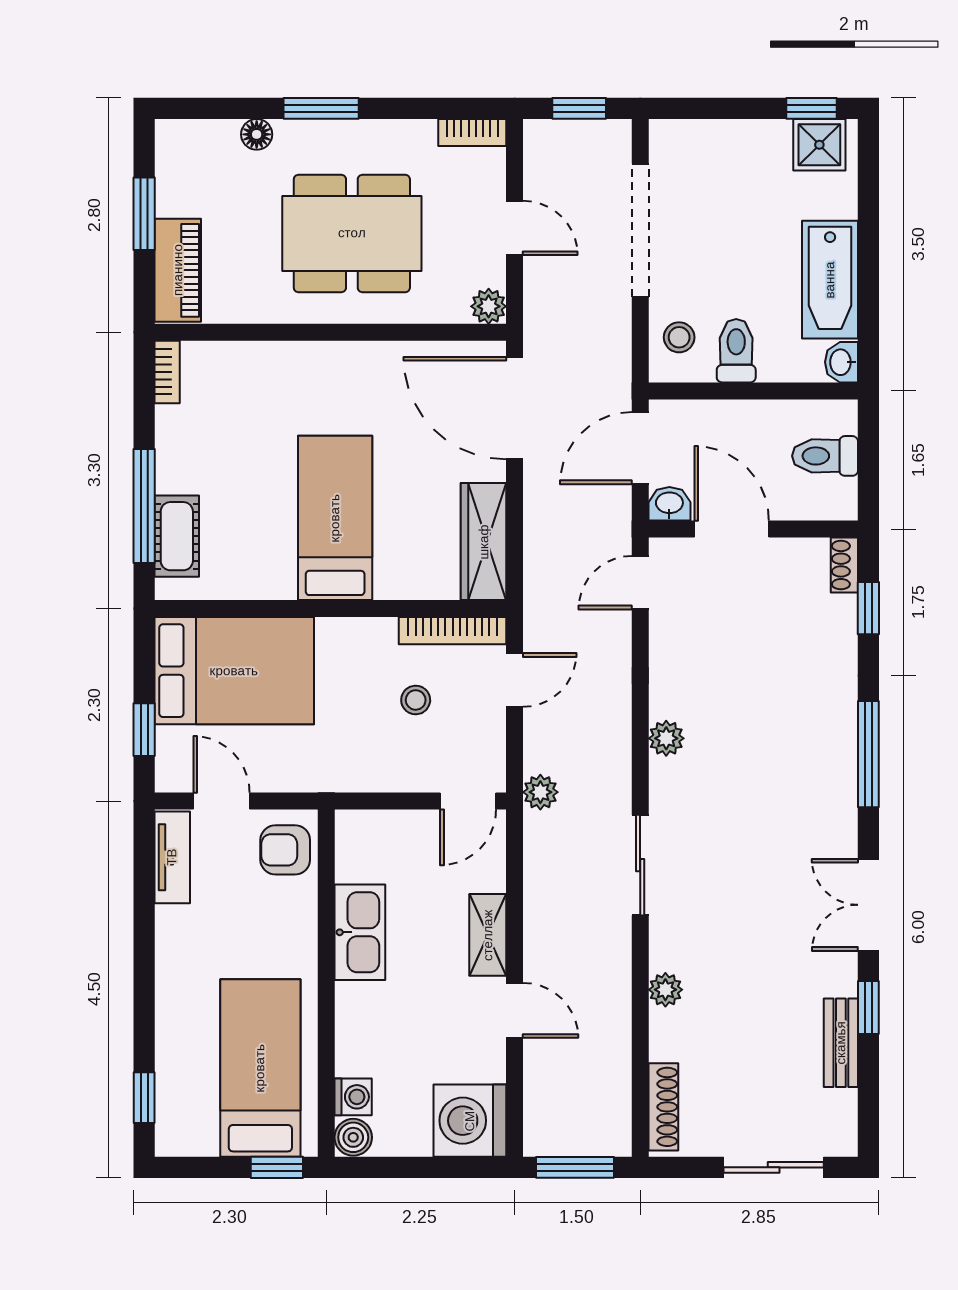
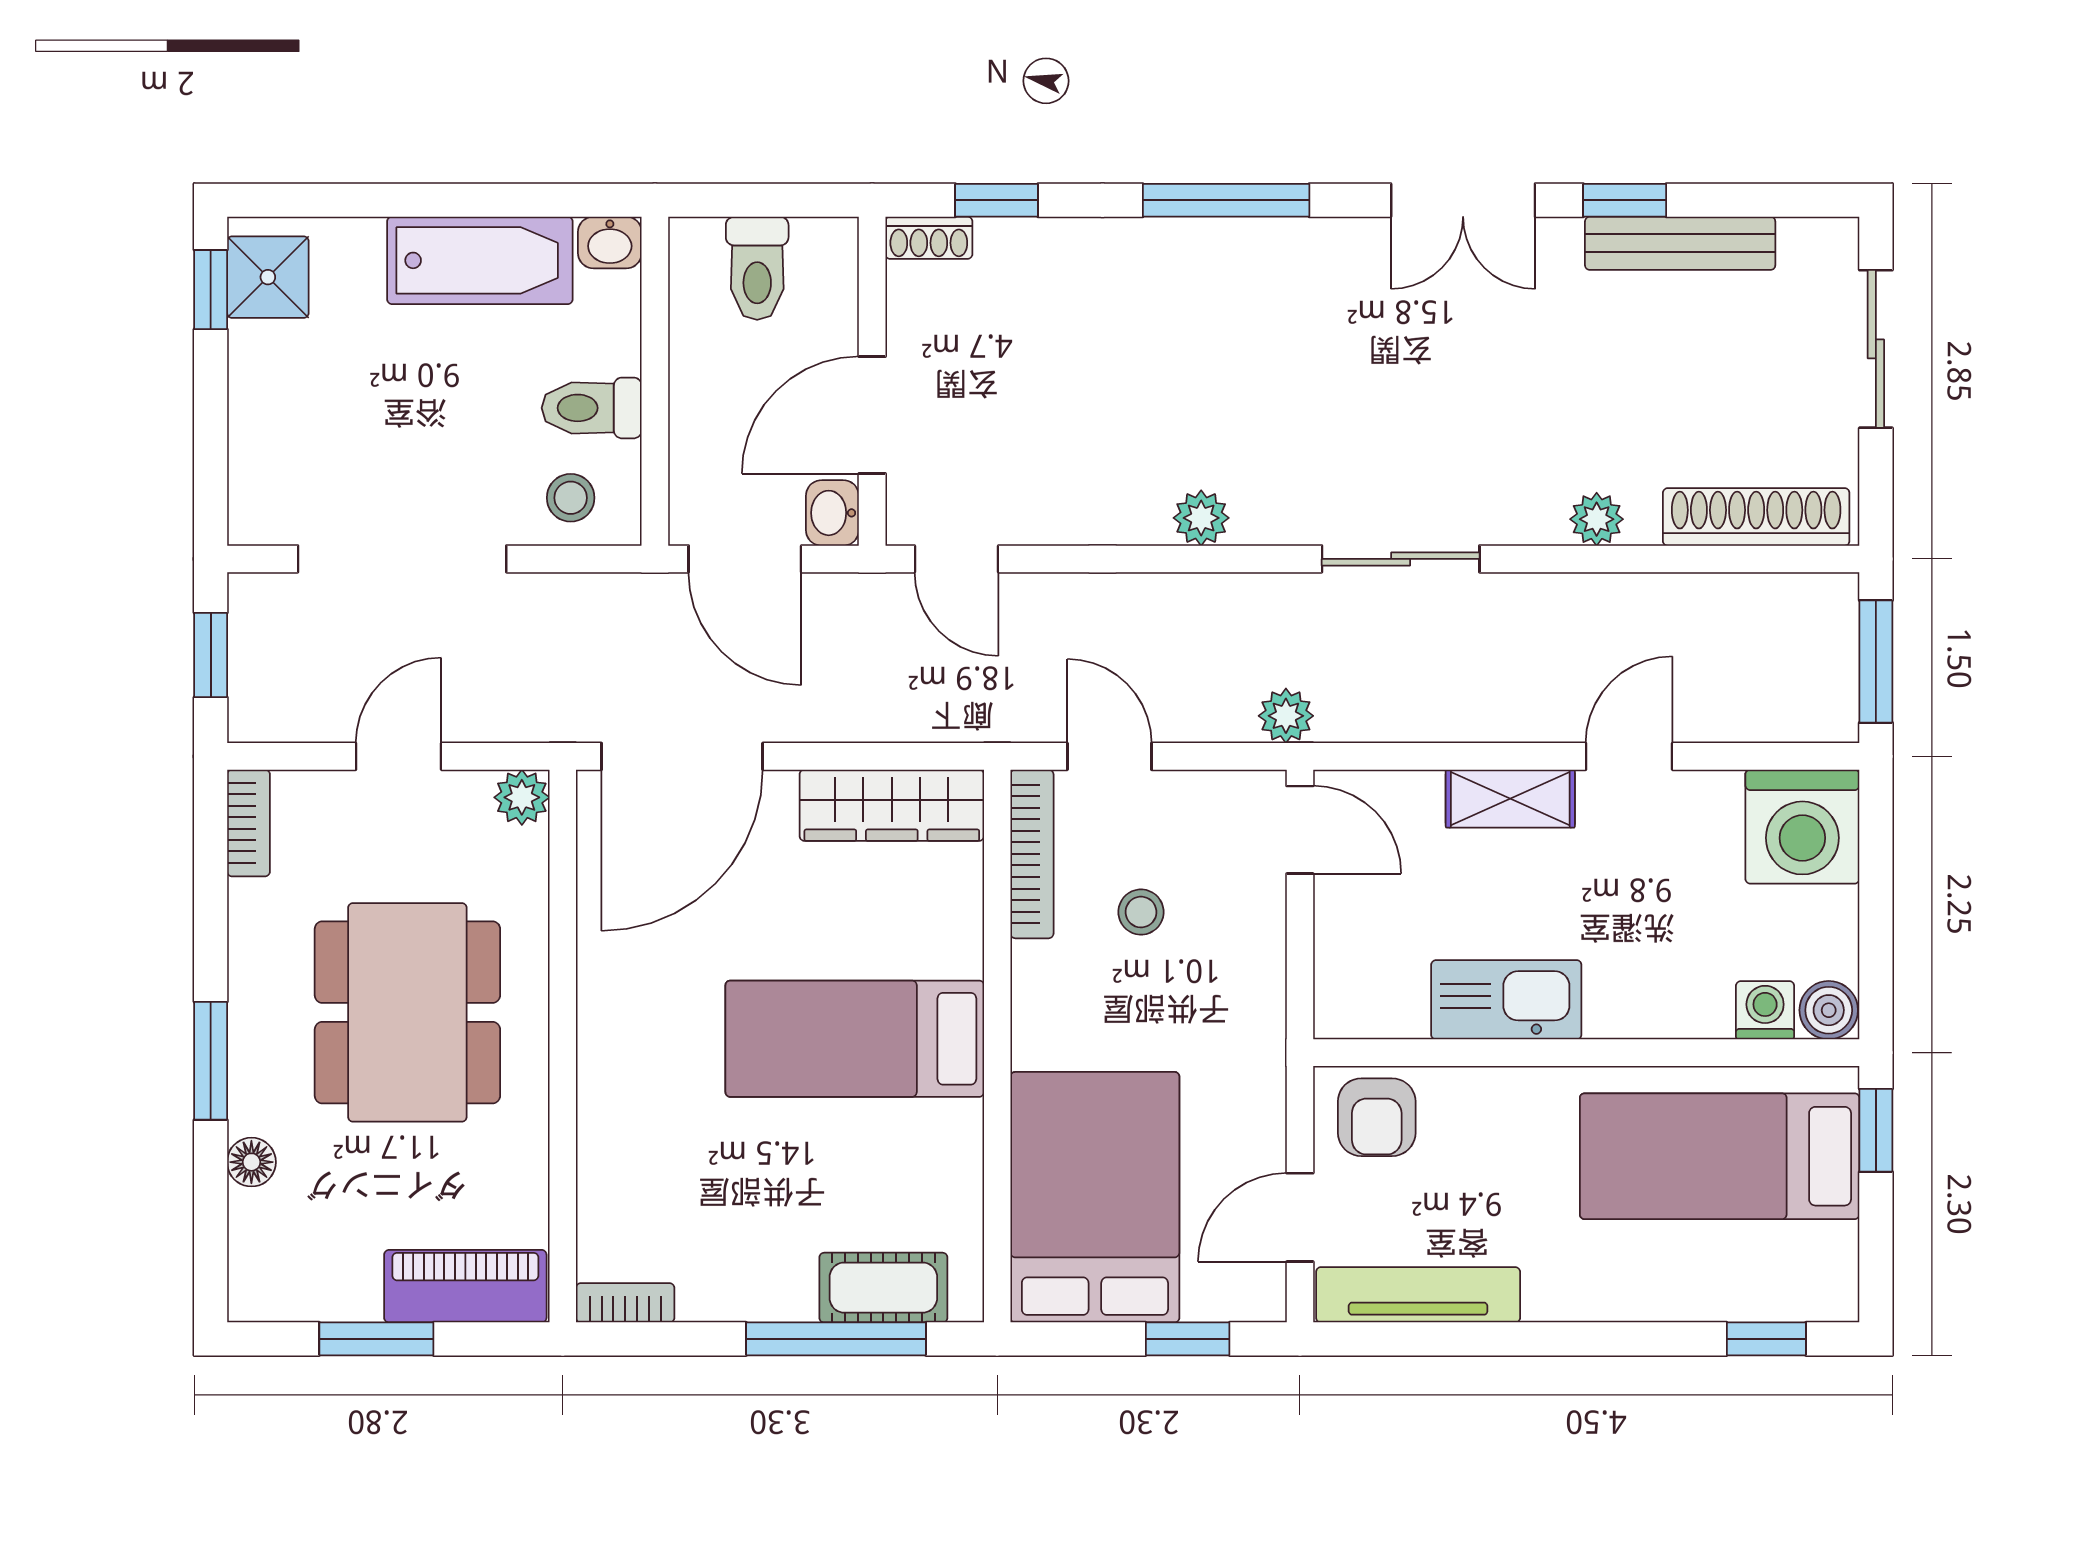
tv unit: (172, 857) -> (1418, 1295), width x1.41
bench: (841, 1043) -> (1680, 243), width x1.36
shoe rack: (663, 1107) -> (1756, 517), width x1.36, depth x1.24

